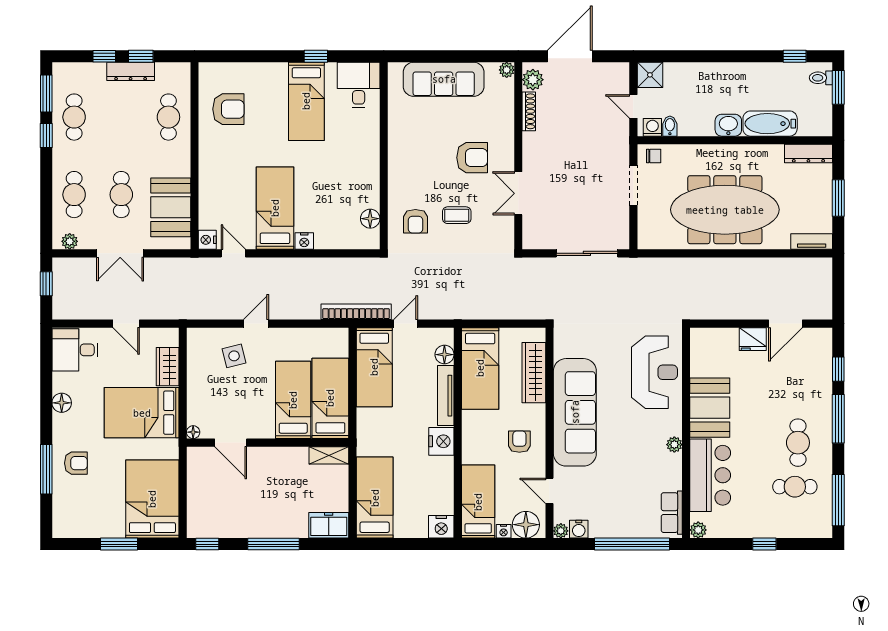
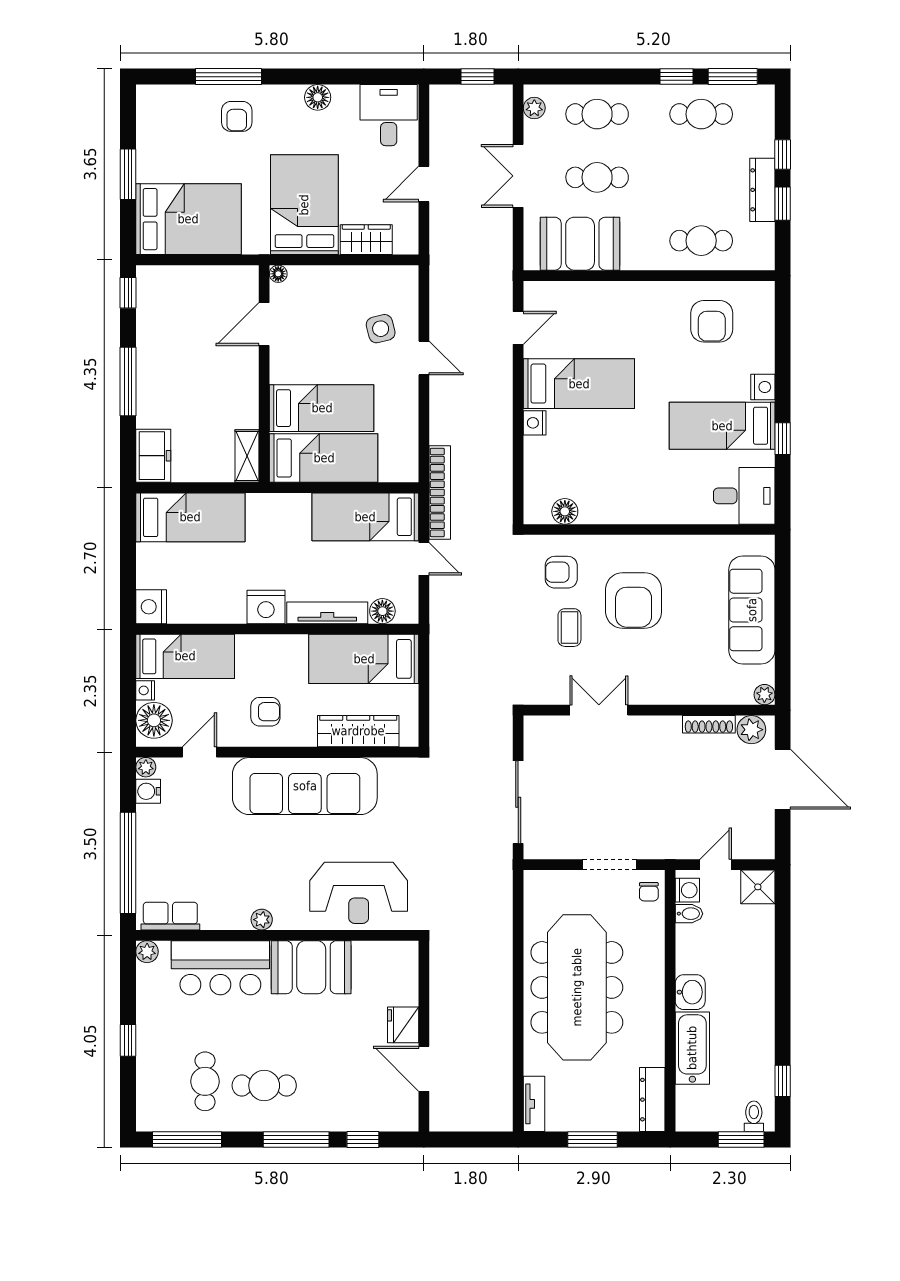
armchair: (472, 158) -> (634, 601), moved, width x1.36, depth x1.36
nightstand: (207, 240) -> (763, 387), moved, turned 90

